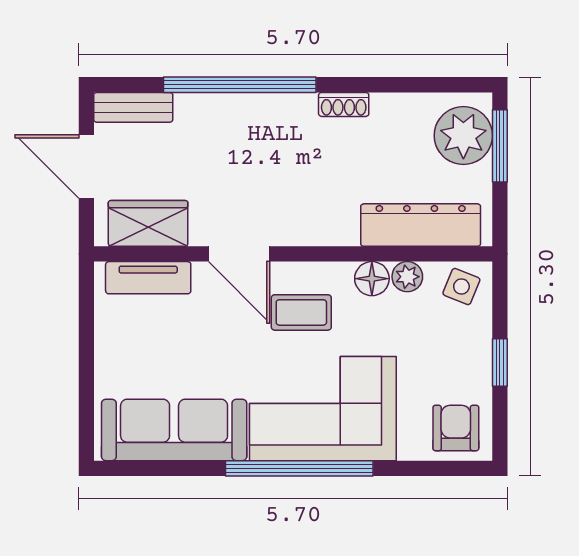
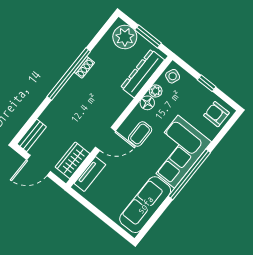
window: (240, 85) -> (69, 74), moved
window: (500, 146) -> (148, 36), moved

